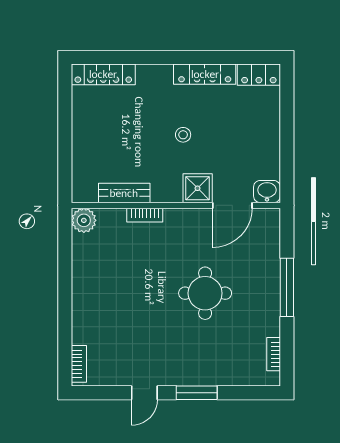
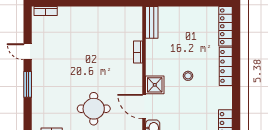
locker: (205, 74) -> (226, 66), moved
bench: (124, 193) -> (152, 22), moved
plant: (84, 220) -> (135, 14), removed
round table: (205, 293) -> (94, 109), moved

